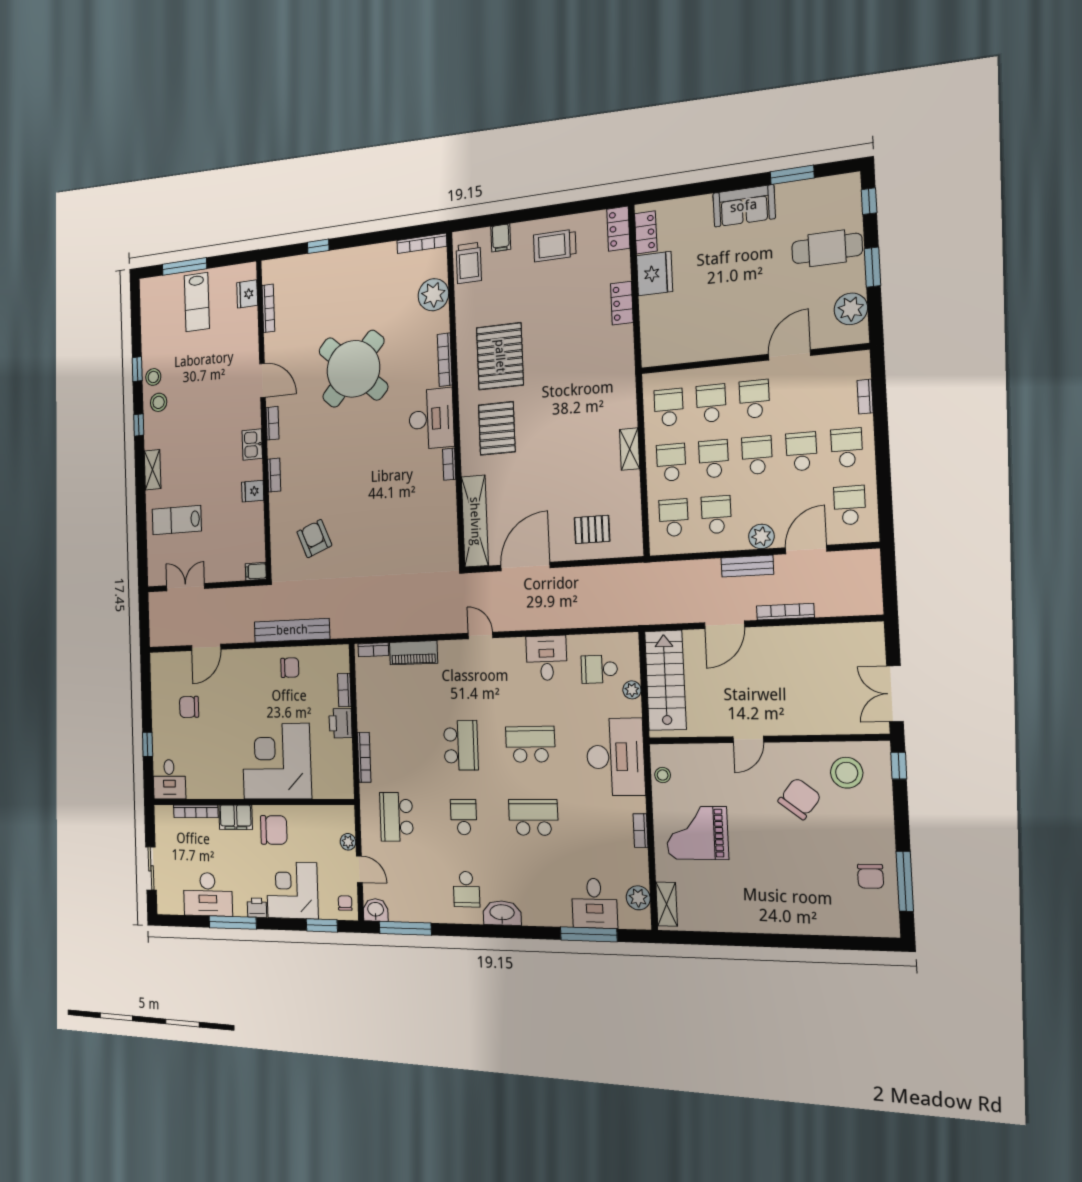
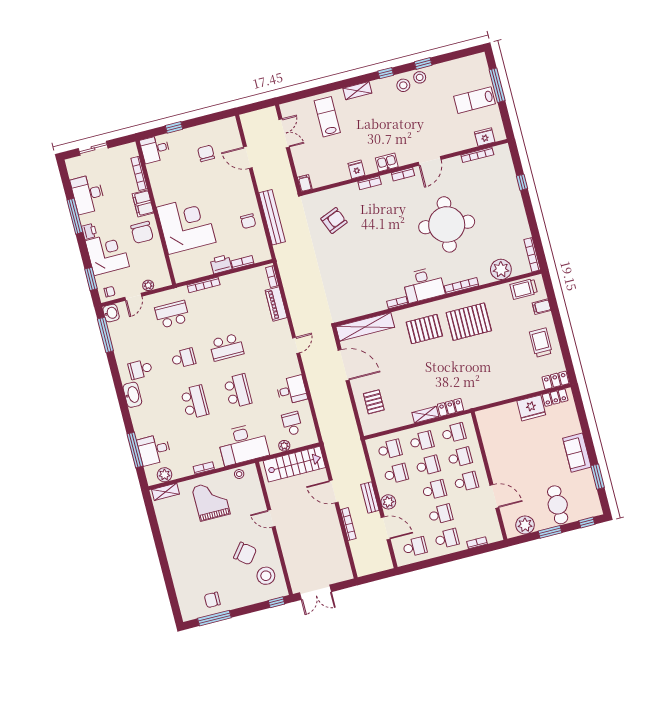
locker: (622, 303) -> (450, 407), moved
round table: (353, 369) -> (447, 224), turned -35
double door: (895, 694) -> (315, 592), swing flipped

